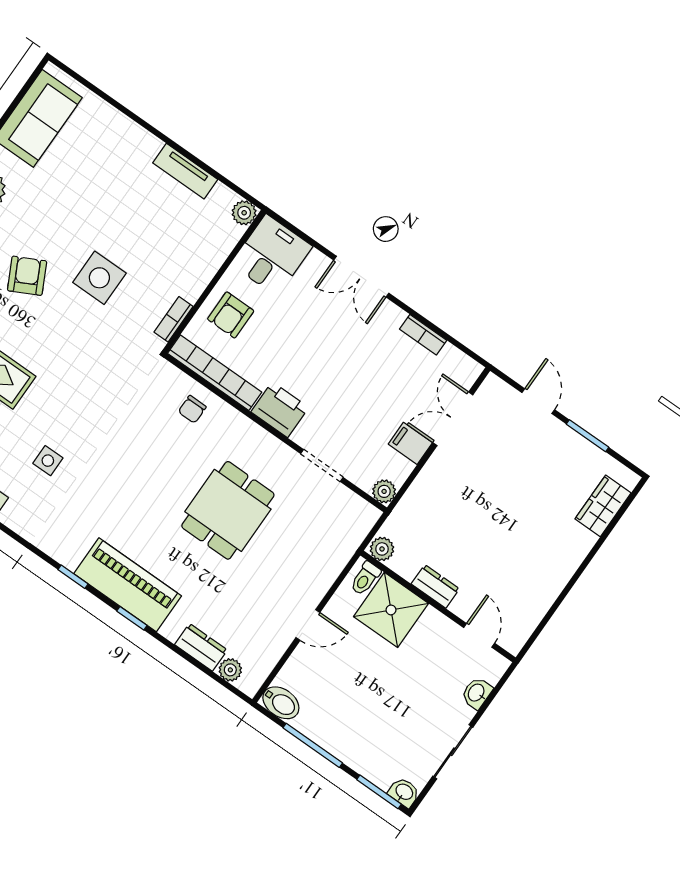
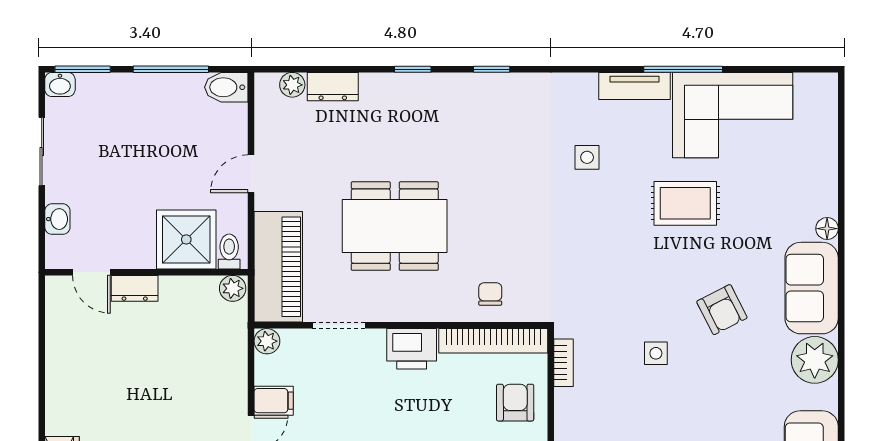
side table: (99, 278) -> (656, 353), width x0.54, depth x0.54
dining table: (228, 510) -> (395, 226), width x1.38
piano: (128, 585) -> (278, 267), moved, turned -90
dresser: (435, 586) -> (135, 288), moved

